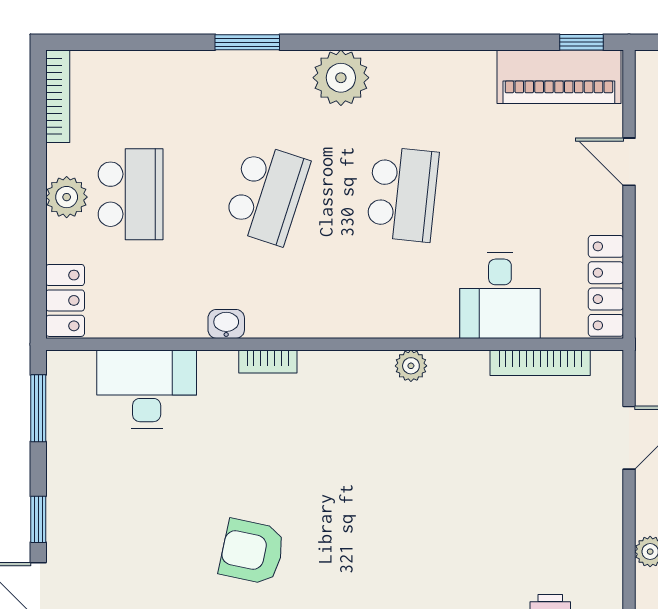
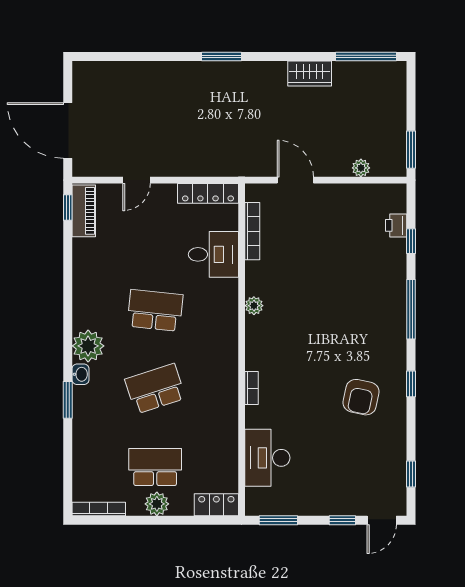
piano: (559, 77) -> (84, 211), width x0.73, depth x0.75
school desk: (267, 194) -> (155, 389), turned -36
washbasin: (226, 324) -> (80, 374), moved, turned 180

